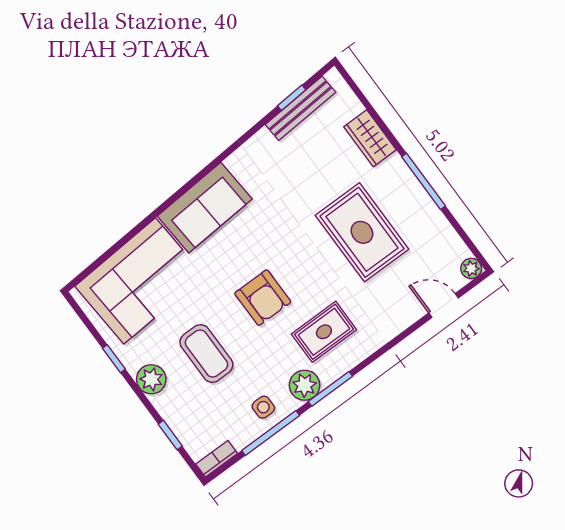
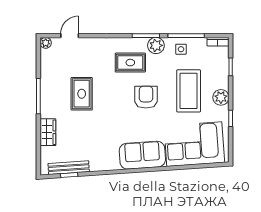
rug: (362, 232) -> (82, 94), width x0.73, depth x0.70
door: (444, 306) -> (70, 36), swing flipped
coffee table: (206, 354) -> (189, 91), width x1.36, depth x1.32

